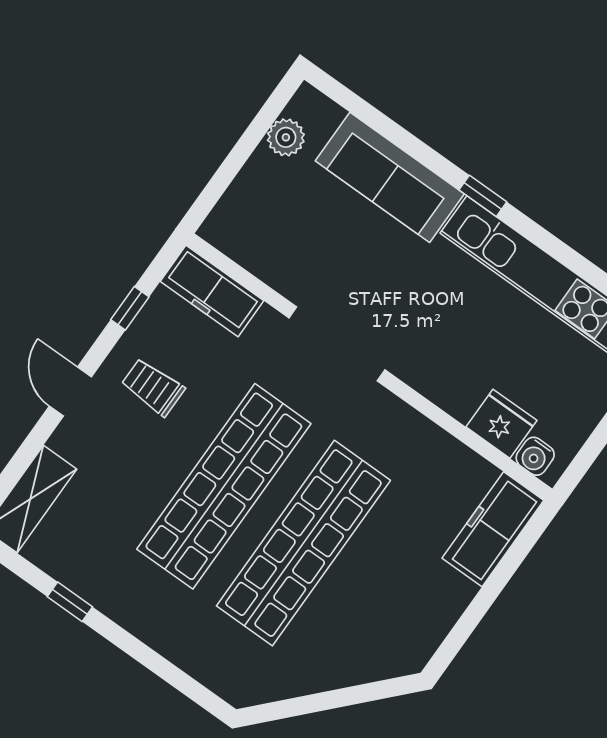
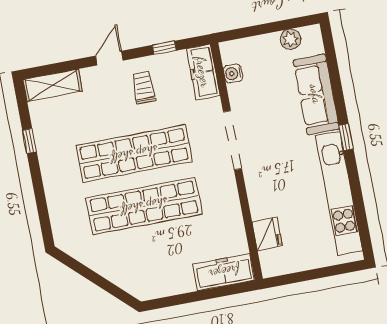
water cooler: (535, 456) -> (233, 73), moved

